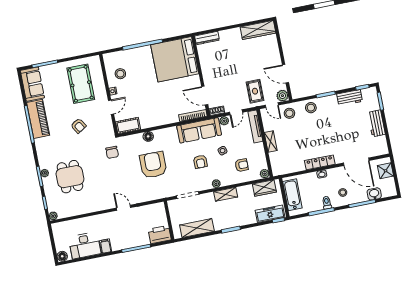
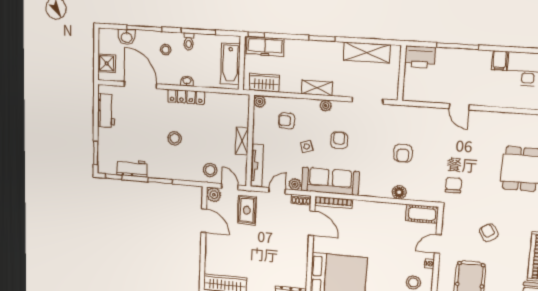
stool: (311, 108) -> (175, 138), moved
workbench: (376, 123) -> (106, 111), moved
armchair: (153, 165) -> (403, 153), width x0.53, depth x0.53

